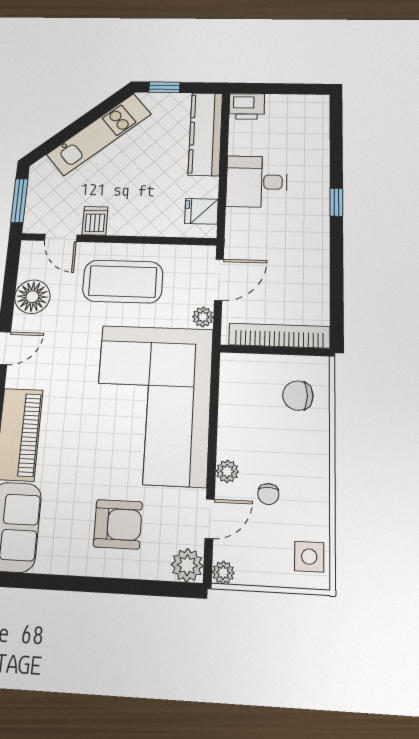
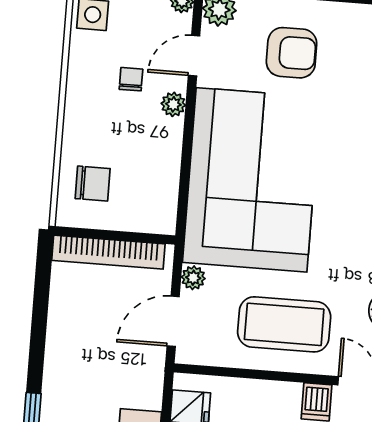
armchair: (118, 524) -> (292, 53), turned 180

